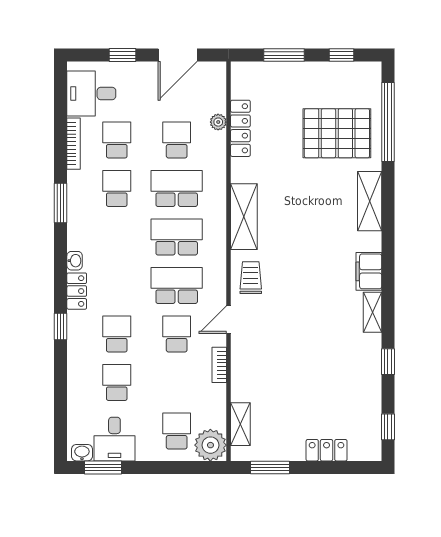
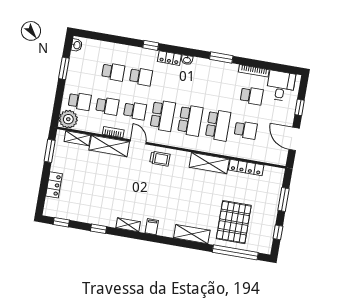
plant: (218, 122) -> (252, 155), removed
school desk: (117, 188) -> (107, 106), moved
shelving: (244, 217) -> (209, 163), moved
filing cabinet: (369, 271) -> (152, 227), width x0.50
shelving: (244, 368) -> (109, 146), added
desk: (114, 439) -> (81, 65), removed
window: (103, 467) -> (64, 68), moved

